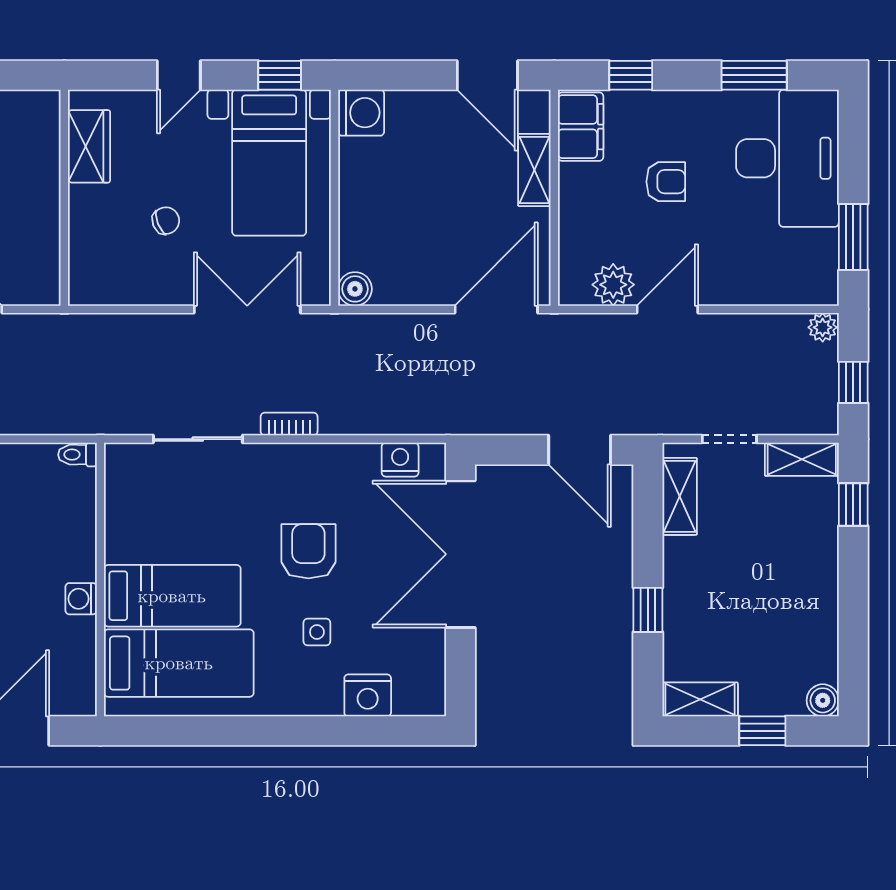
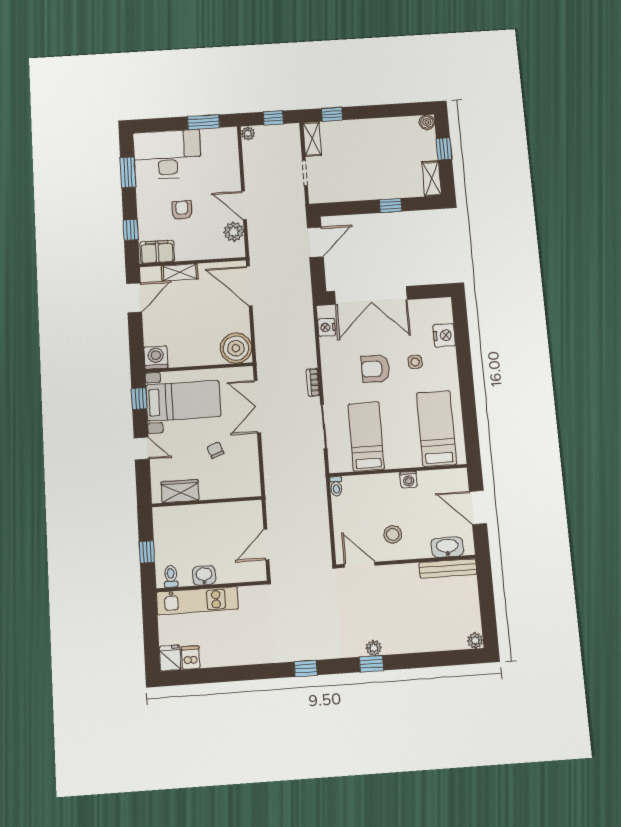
boiler: (355, 289) -> (236, 348), width x1.86, depth x1.86
shelving: (680, 496) -> (334, 194), removed
bed: (172, 596) -> (366, 437), moved

